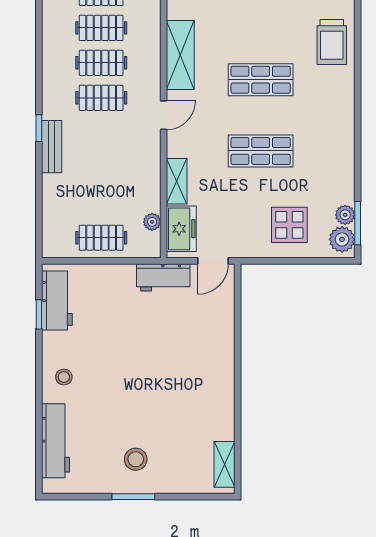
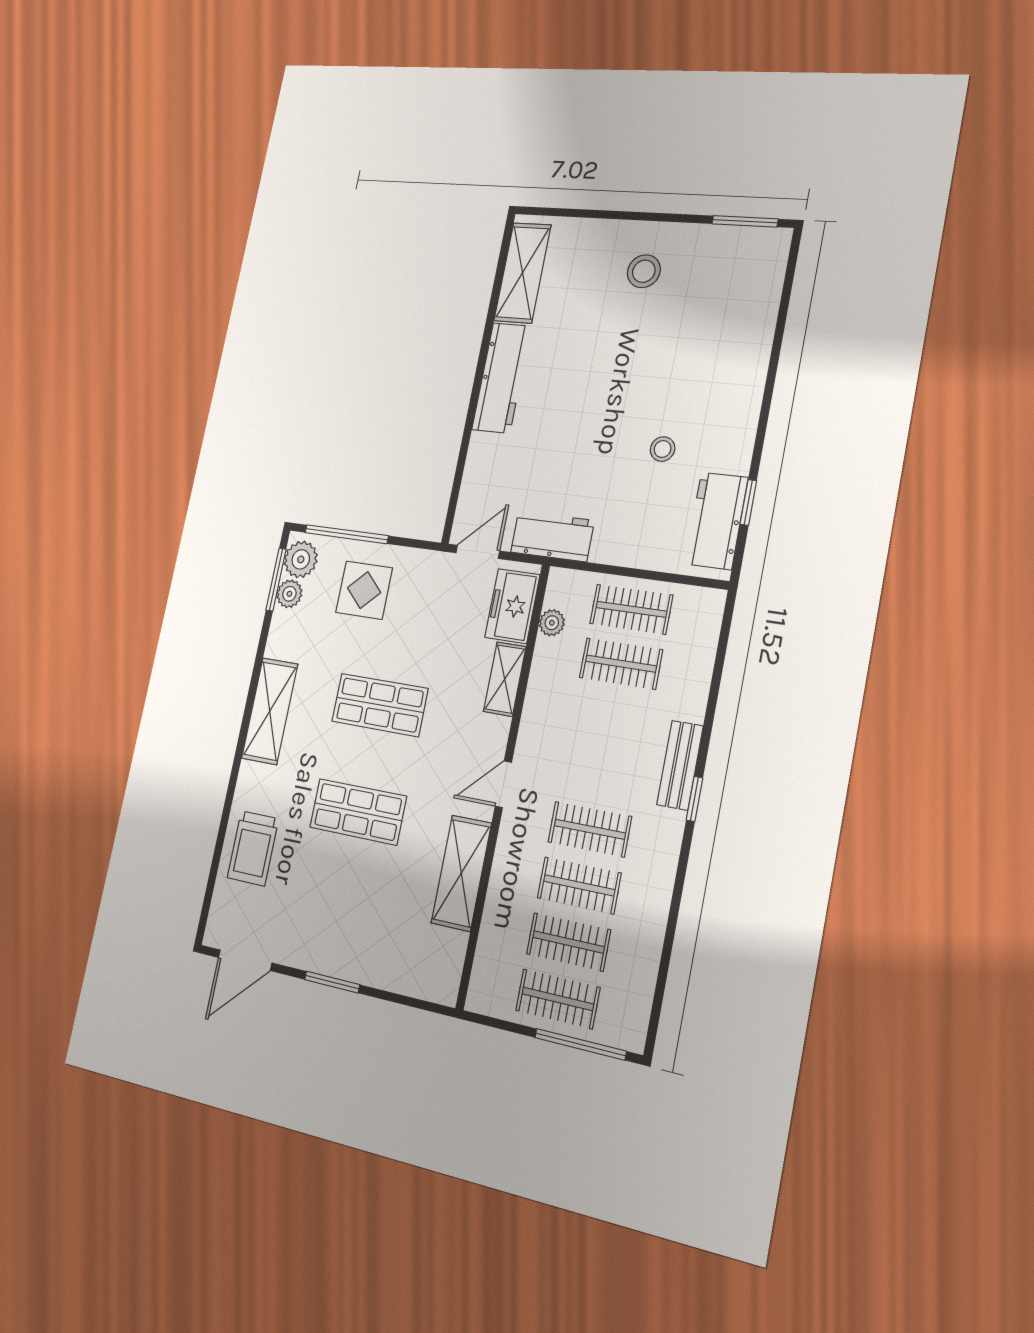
trolley: (332, 42) -> (253, 848), turned 180
shelving: (341, 134) -> (270, 711), added
clothes rail: (101, 203) -> (621, 664), added
window: (311, 261) -> (347, 534), added
stool: (64, 377) -> (663, 449), moved
workbench: (56, 441) -> (502, 378), moved, turned 180
shelving: (224, 464) -> (522, 273), width x1.50, depth x1.33
window: (133, 497) -> (745, 221), moved

